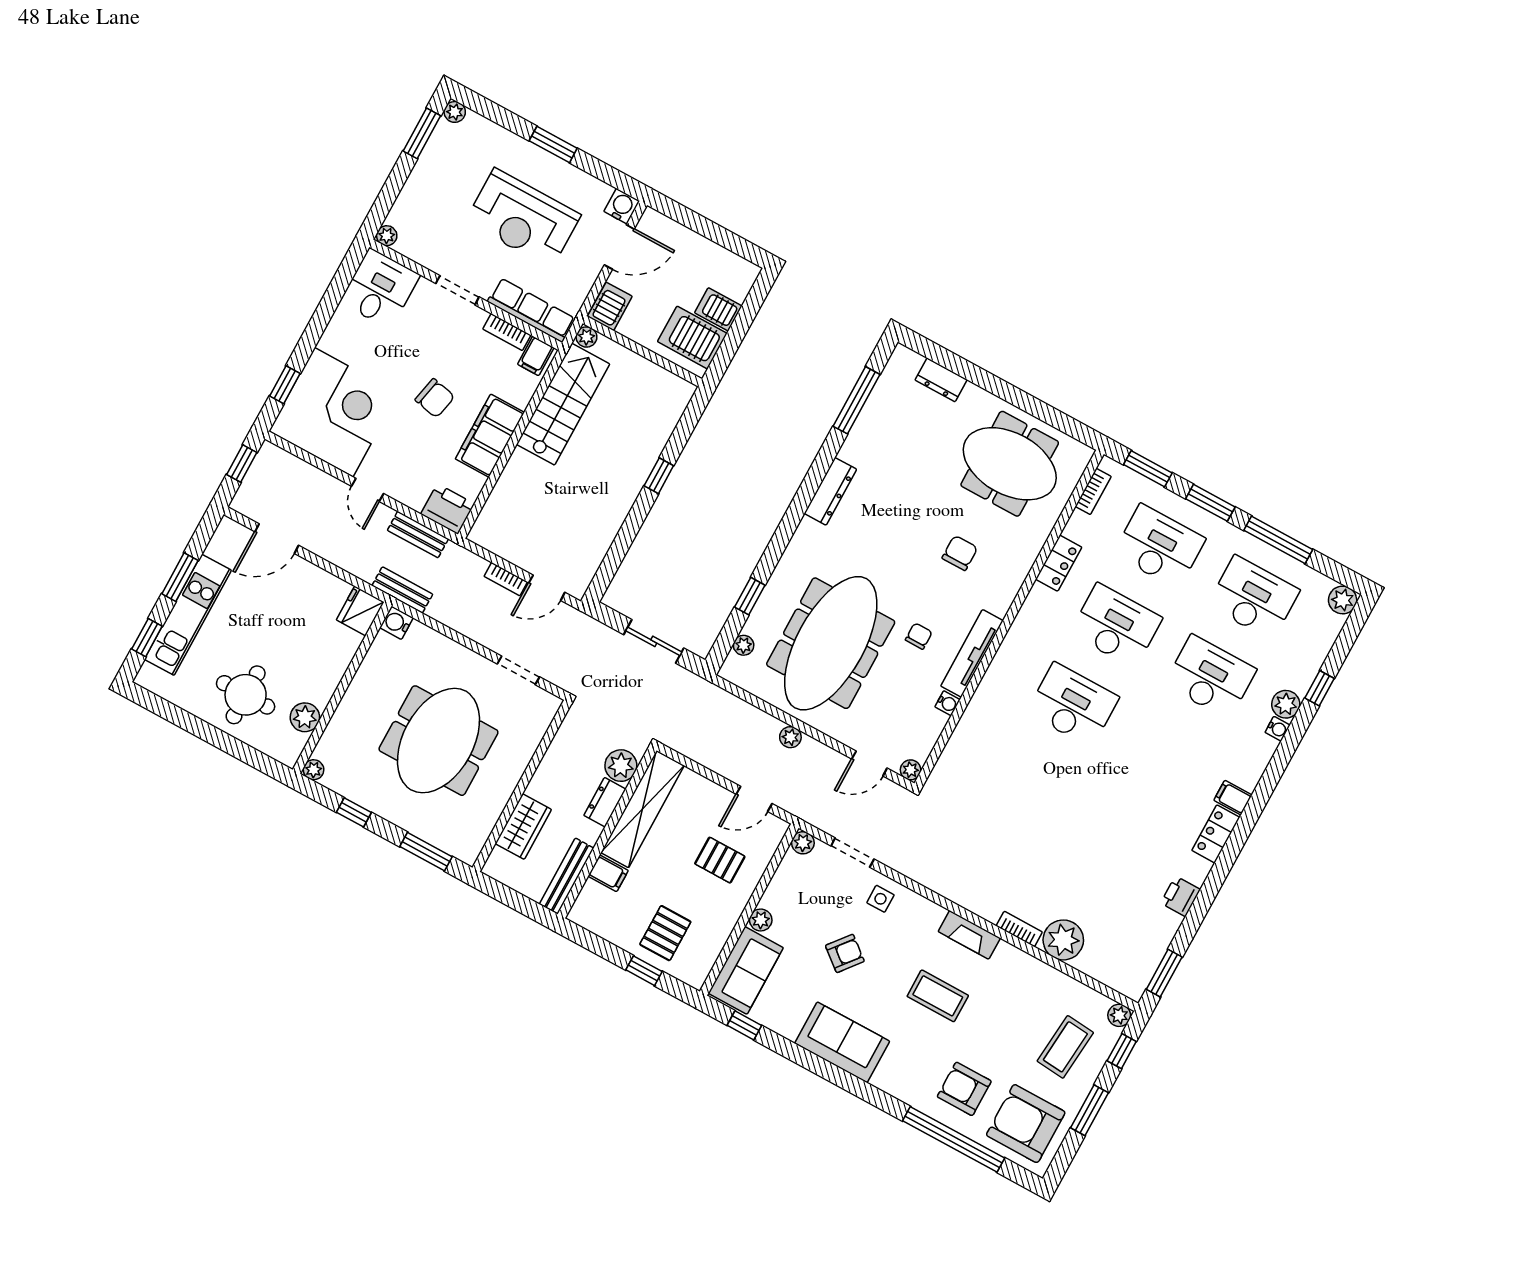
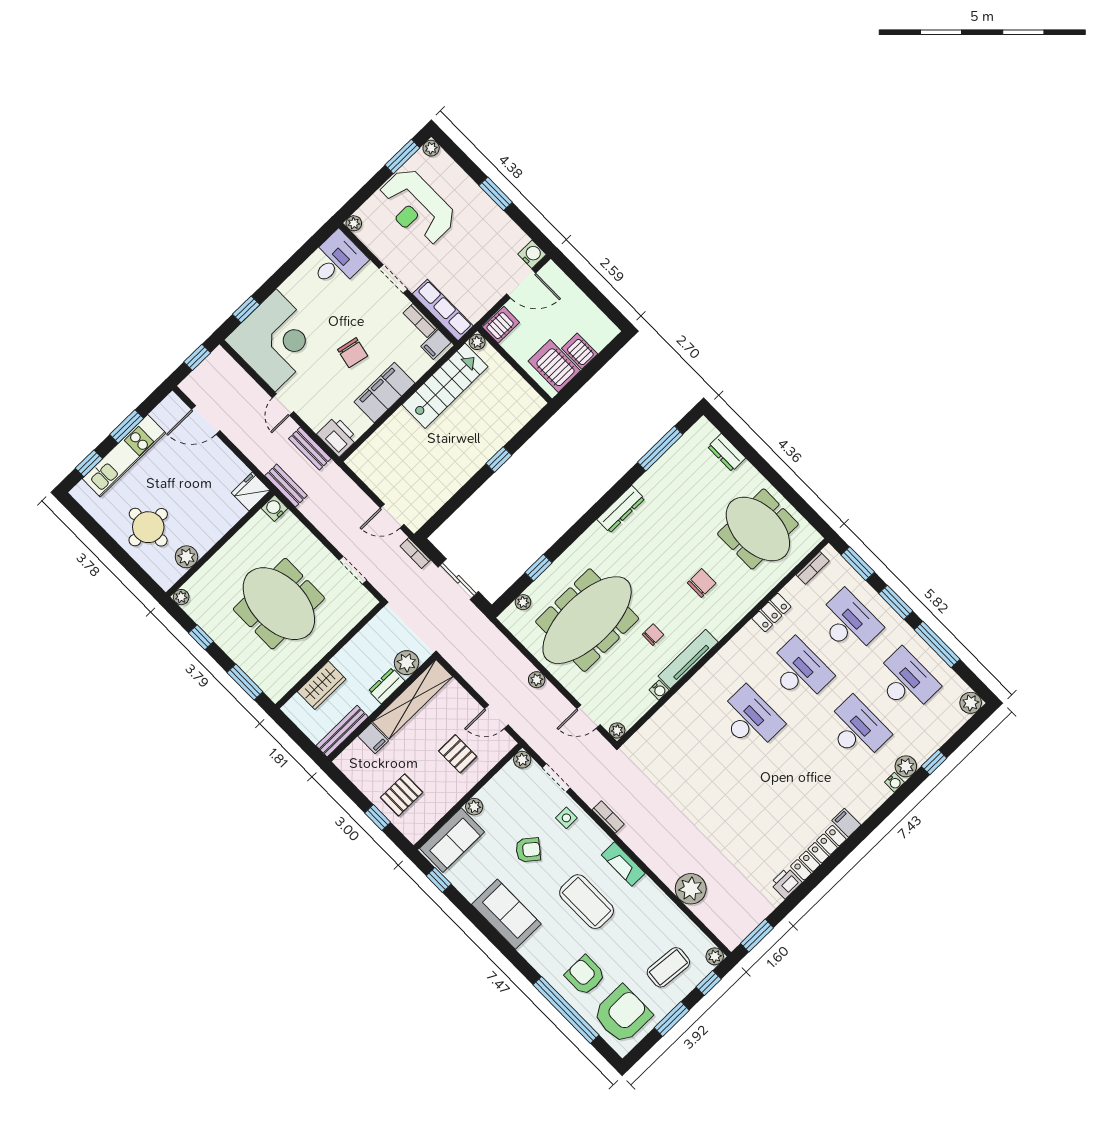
reception desk: (523, 218) -> (417, 207), moved
bookcase: (506, 579) -> (415, 553), moved
meeting table: (438, 741) -> (279, 604), turned 90
locker: (1216, 834) -> (818, 853), width x1.53
bookcase: (1019, 929) -> (608, 817), moved
coffee table: (938, 996) -> (587, 902), width x1.36, depth x1.32
armchair: (1026, 1124) -> (622, 1014), turned 90

